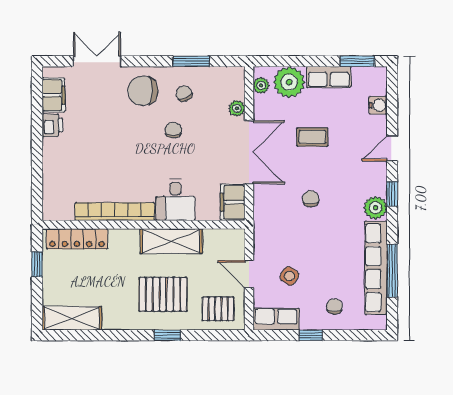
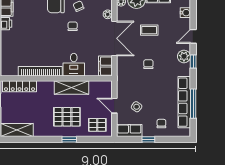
plant: (375, 208) -> (184, 56), moved

